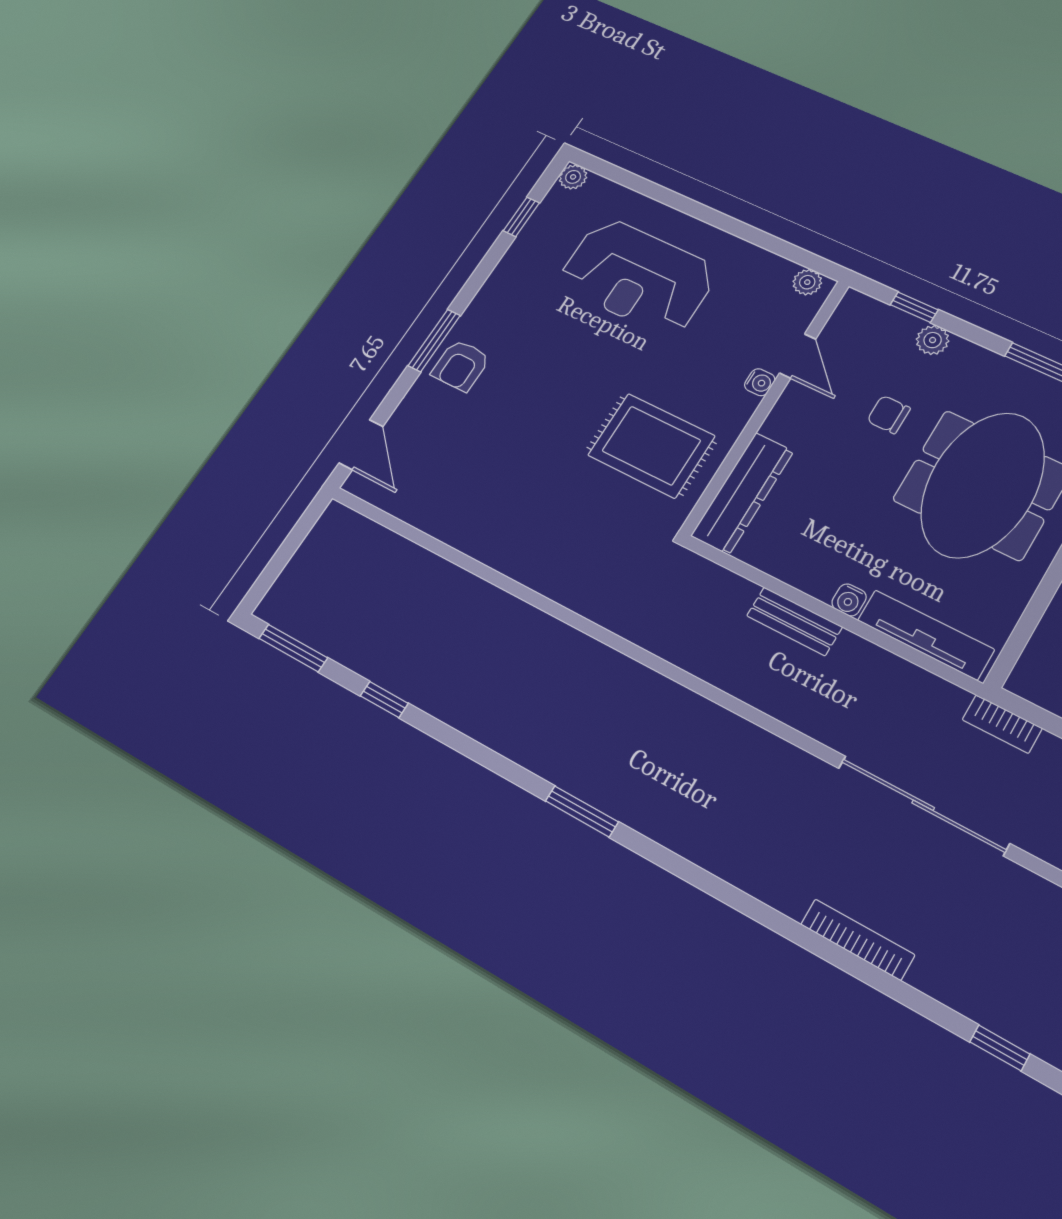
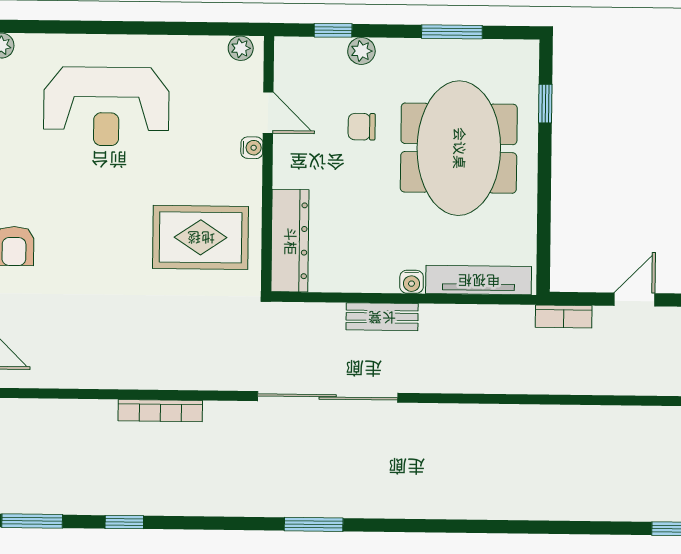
sliding door: (923, 805) -> (328, 397), moved
bookcase: (858, 940) -> (160, 411), moved, turned 180

